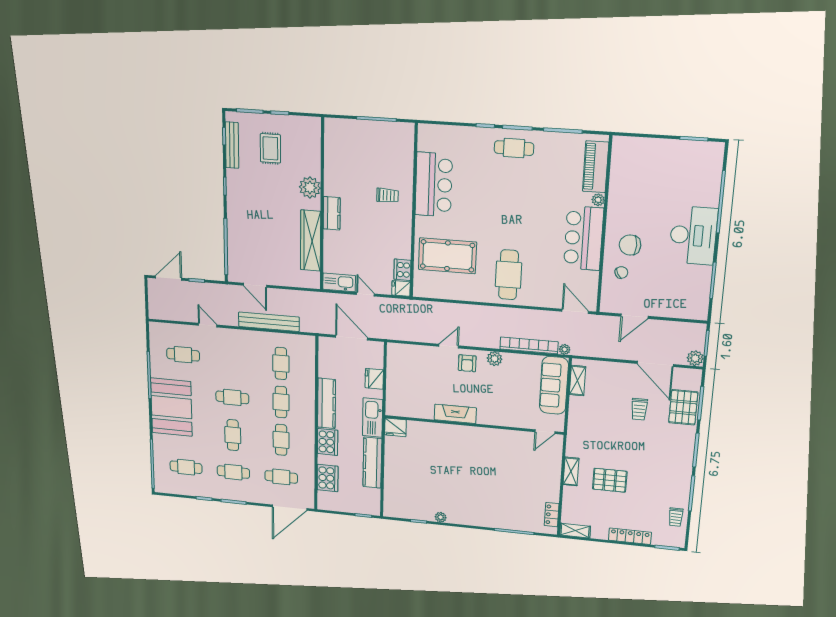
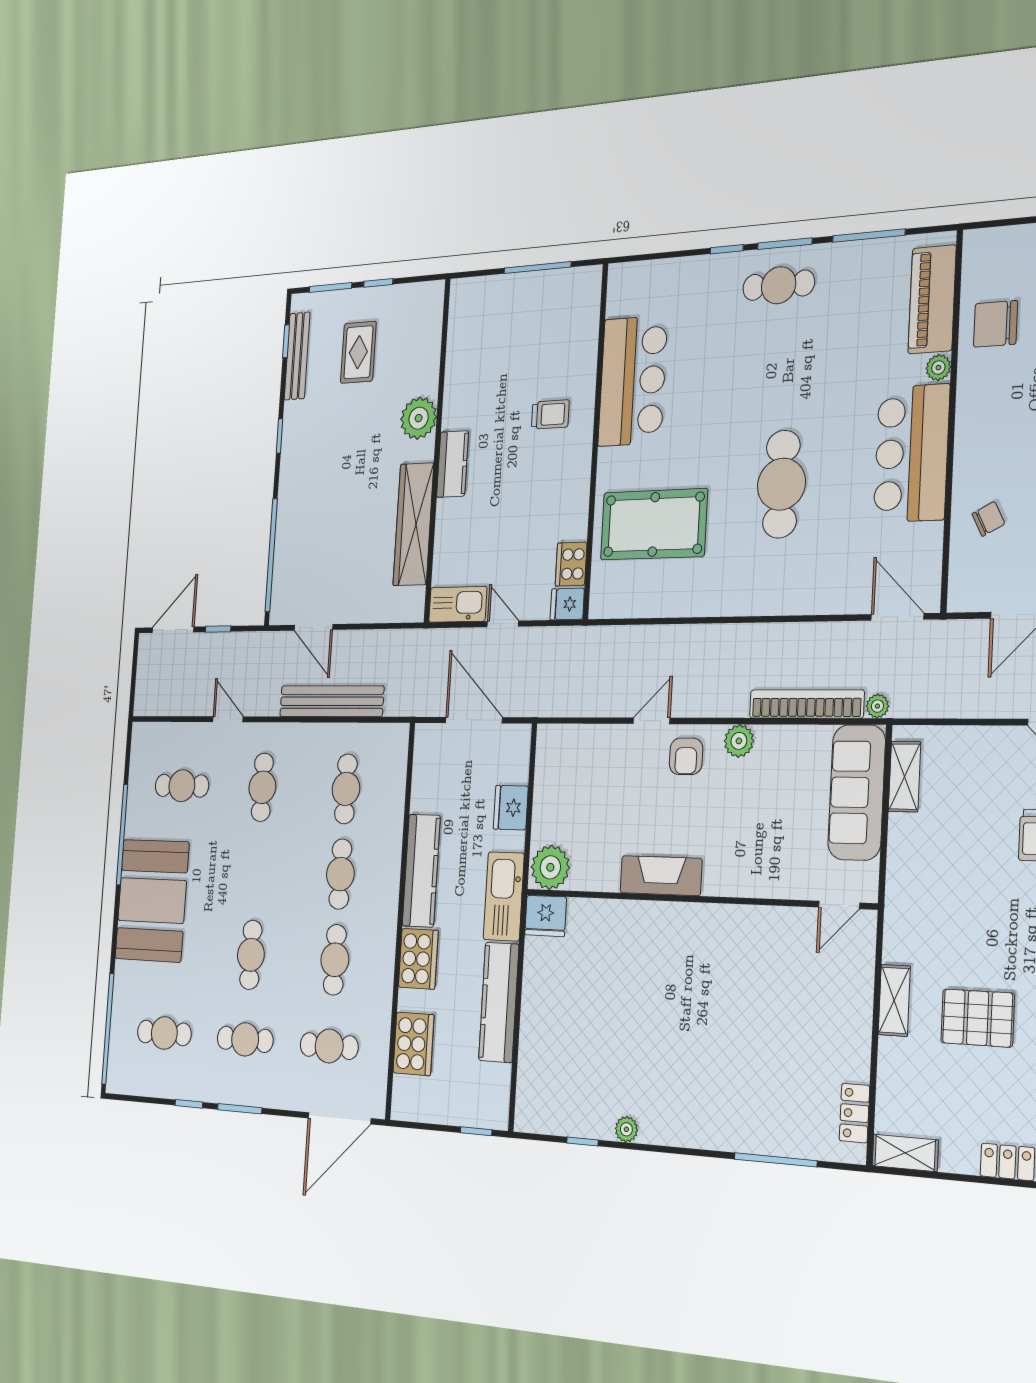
chair: (630, 245) -> (996, 324), moved
cafe table: (509, 275) -> (781, 484), moved
cafe table: (232, 397) -> (262, 787), moved, turned 90
plant: (397, 407) -> (550, 867), added

